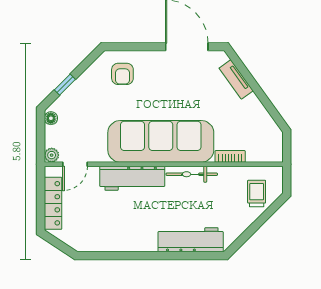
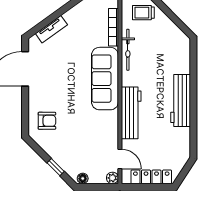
sofa: (161, 141) -> (105, 79), width x0.74, depth x0.79
bookcase: (230, 156) -> (113, 27), width x1.56
bicycle: (192, 174) -> (128, 50), moved
workbench: (191, 240) -> (181, 101), moved

